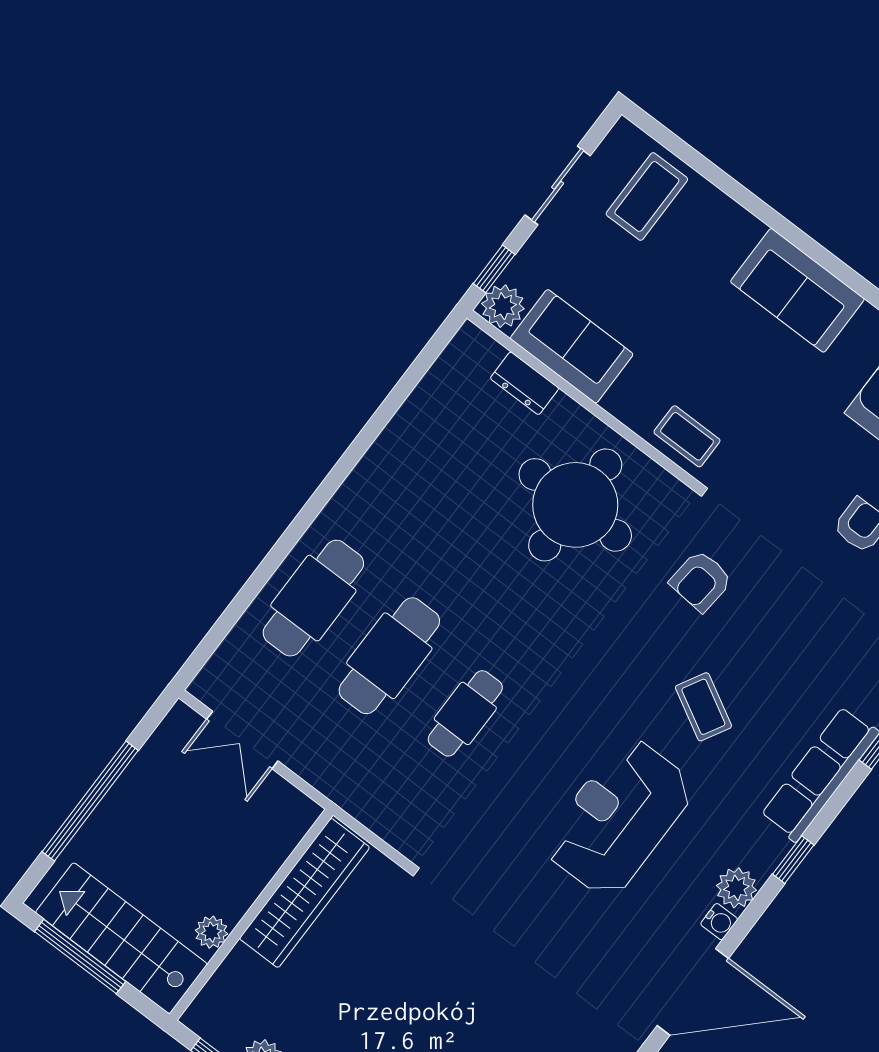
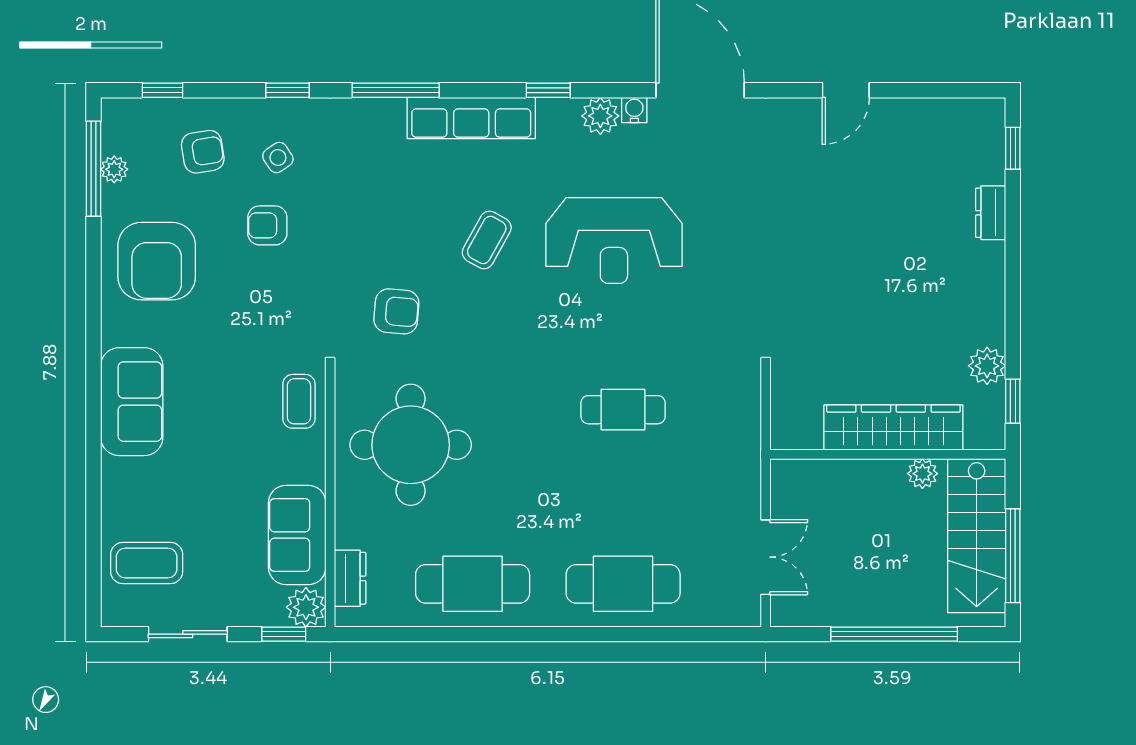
dresser: (525, 383) -> (350, 578), moved
cafe table: (389, 656) -> (473, 584), moved
wardrobe: (304, 893) -> (893, 427), moved

